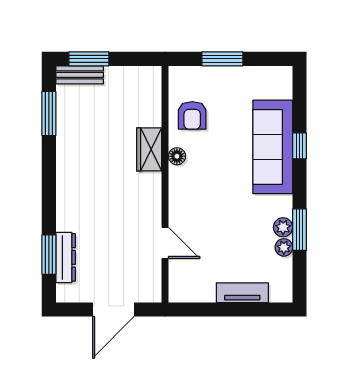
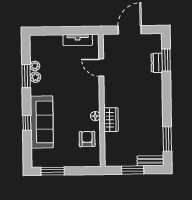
window: (89, 59) -> (133, 170), moved
window: (222, 59) -> (53, 171), moved
dresser: (66, 257) -> (157, 63), width x0.70
tv unit: (242, 293) -> (78, 40), moved

